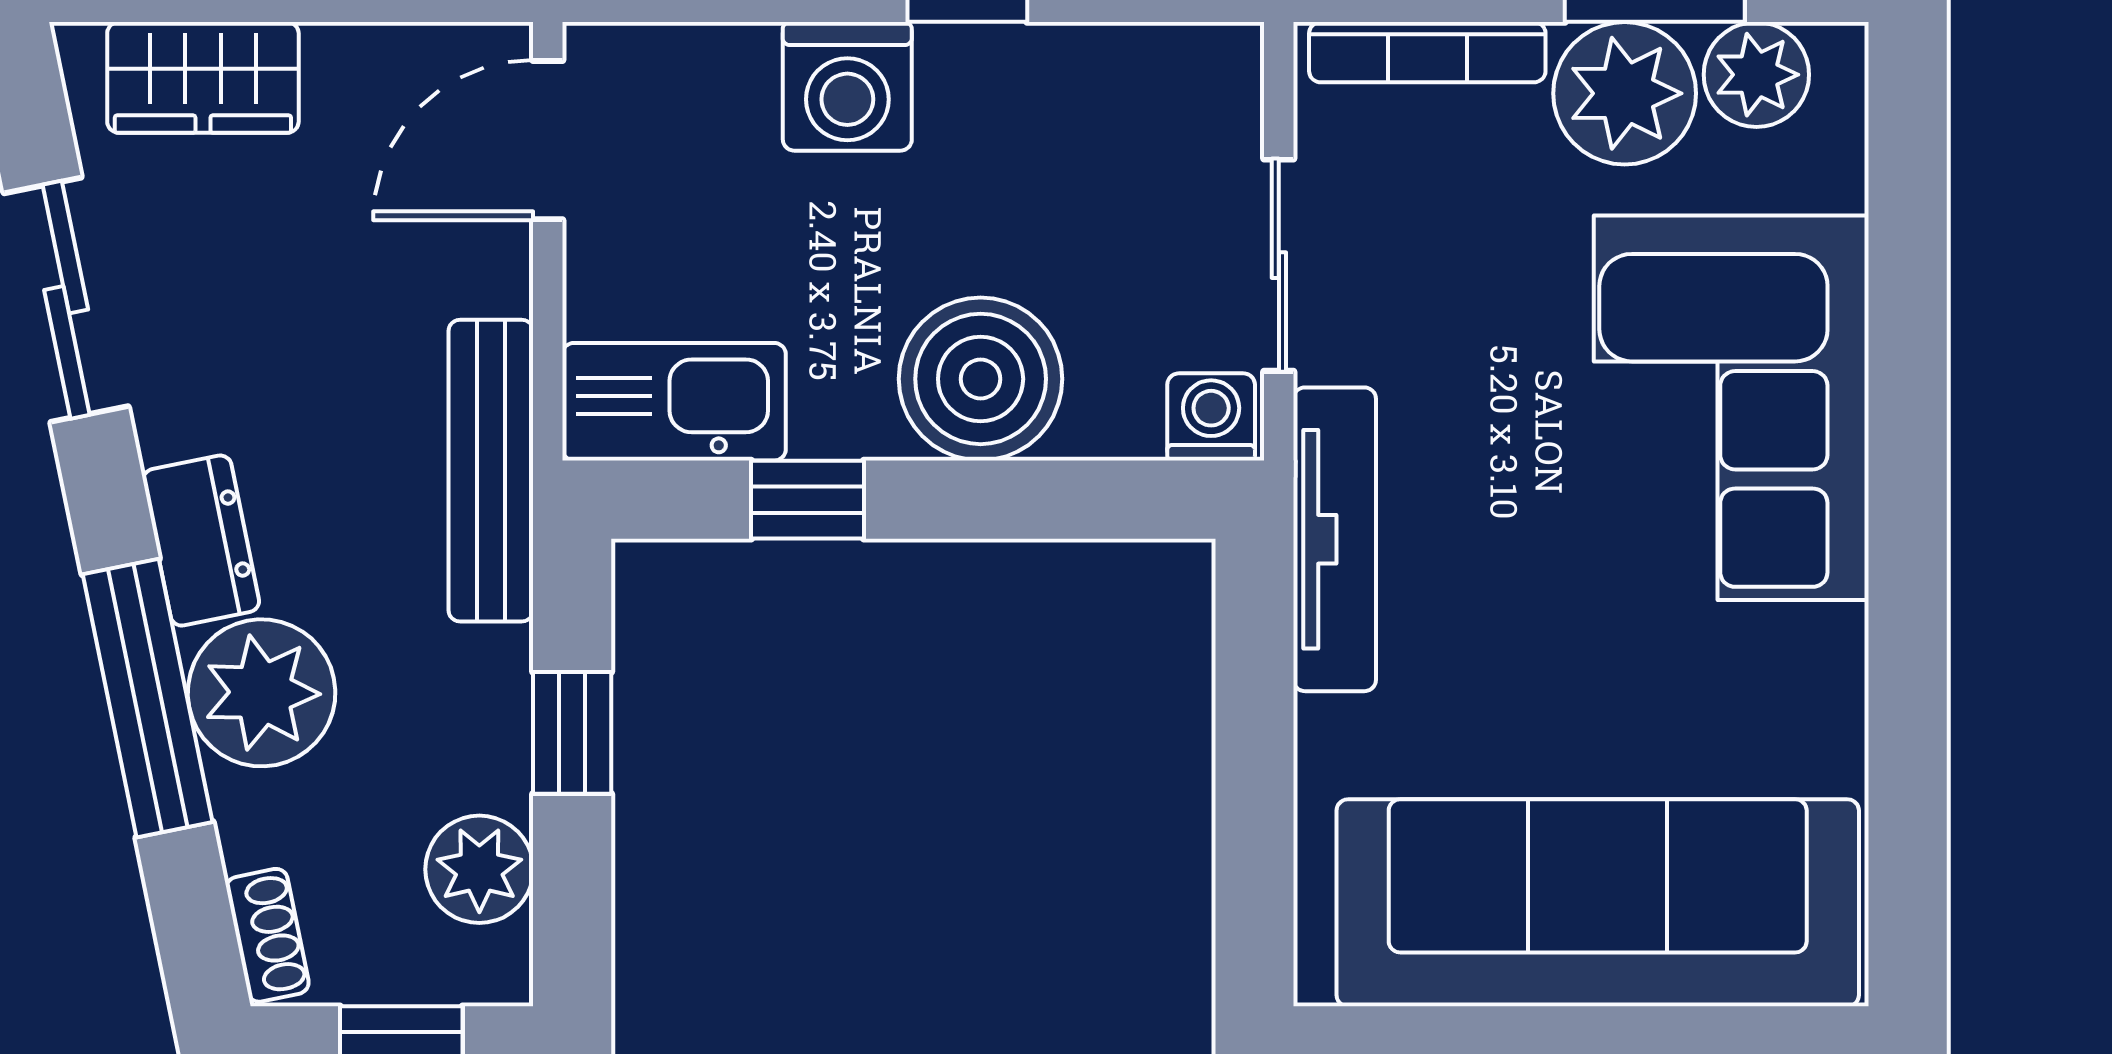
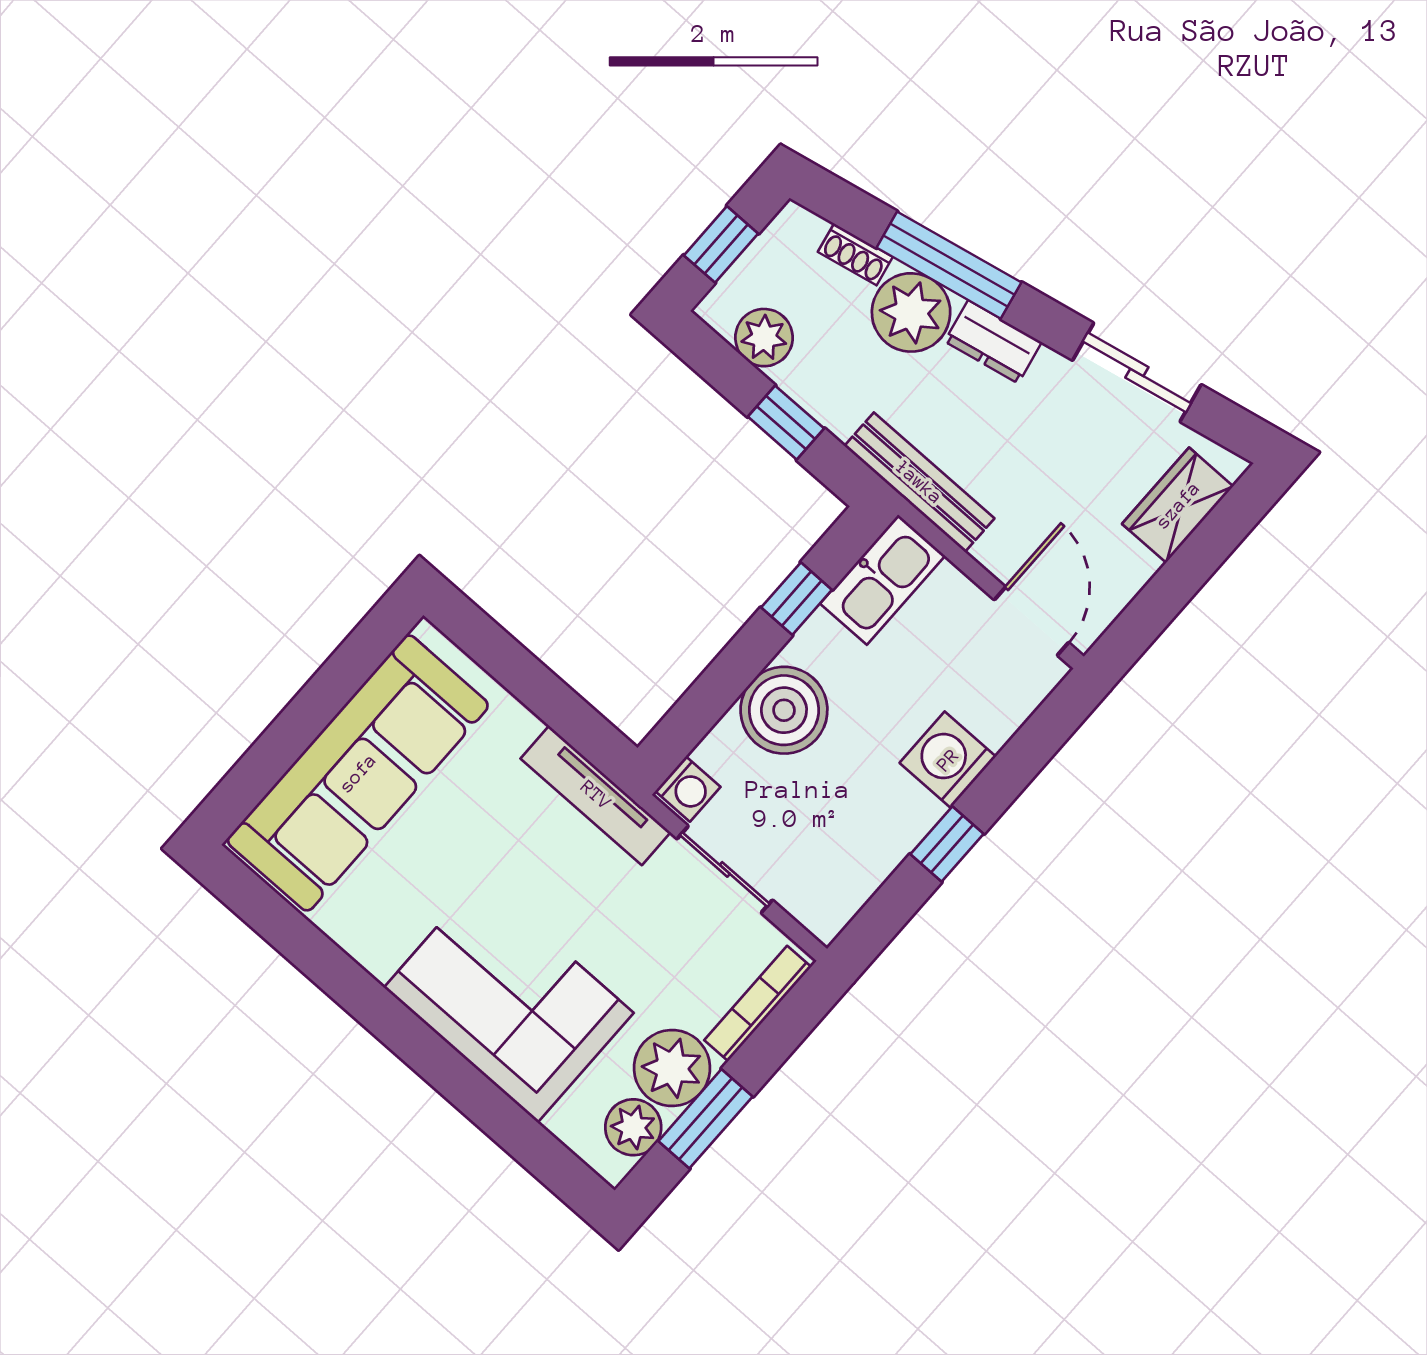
shoe rack: (268, 935) -> (855, 254), moved

